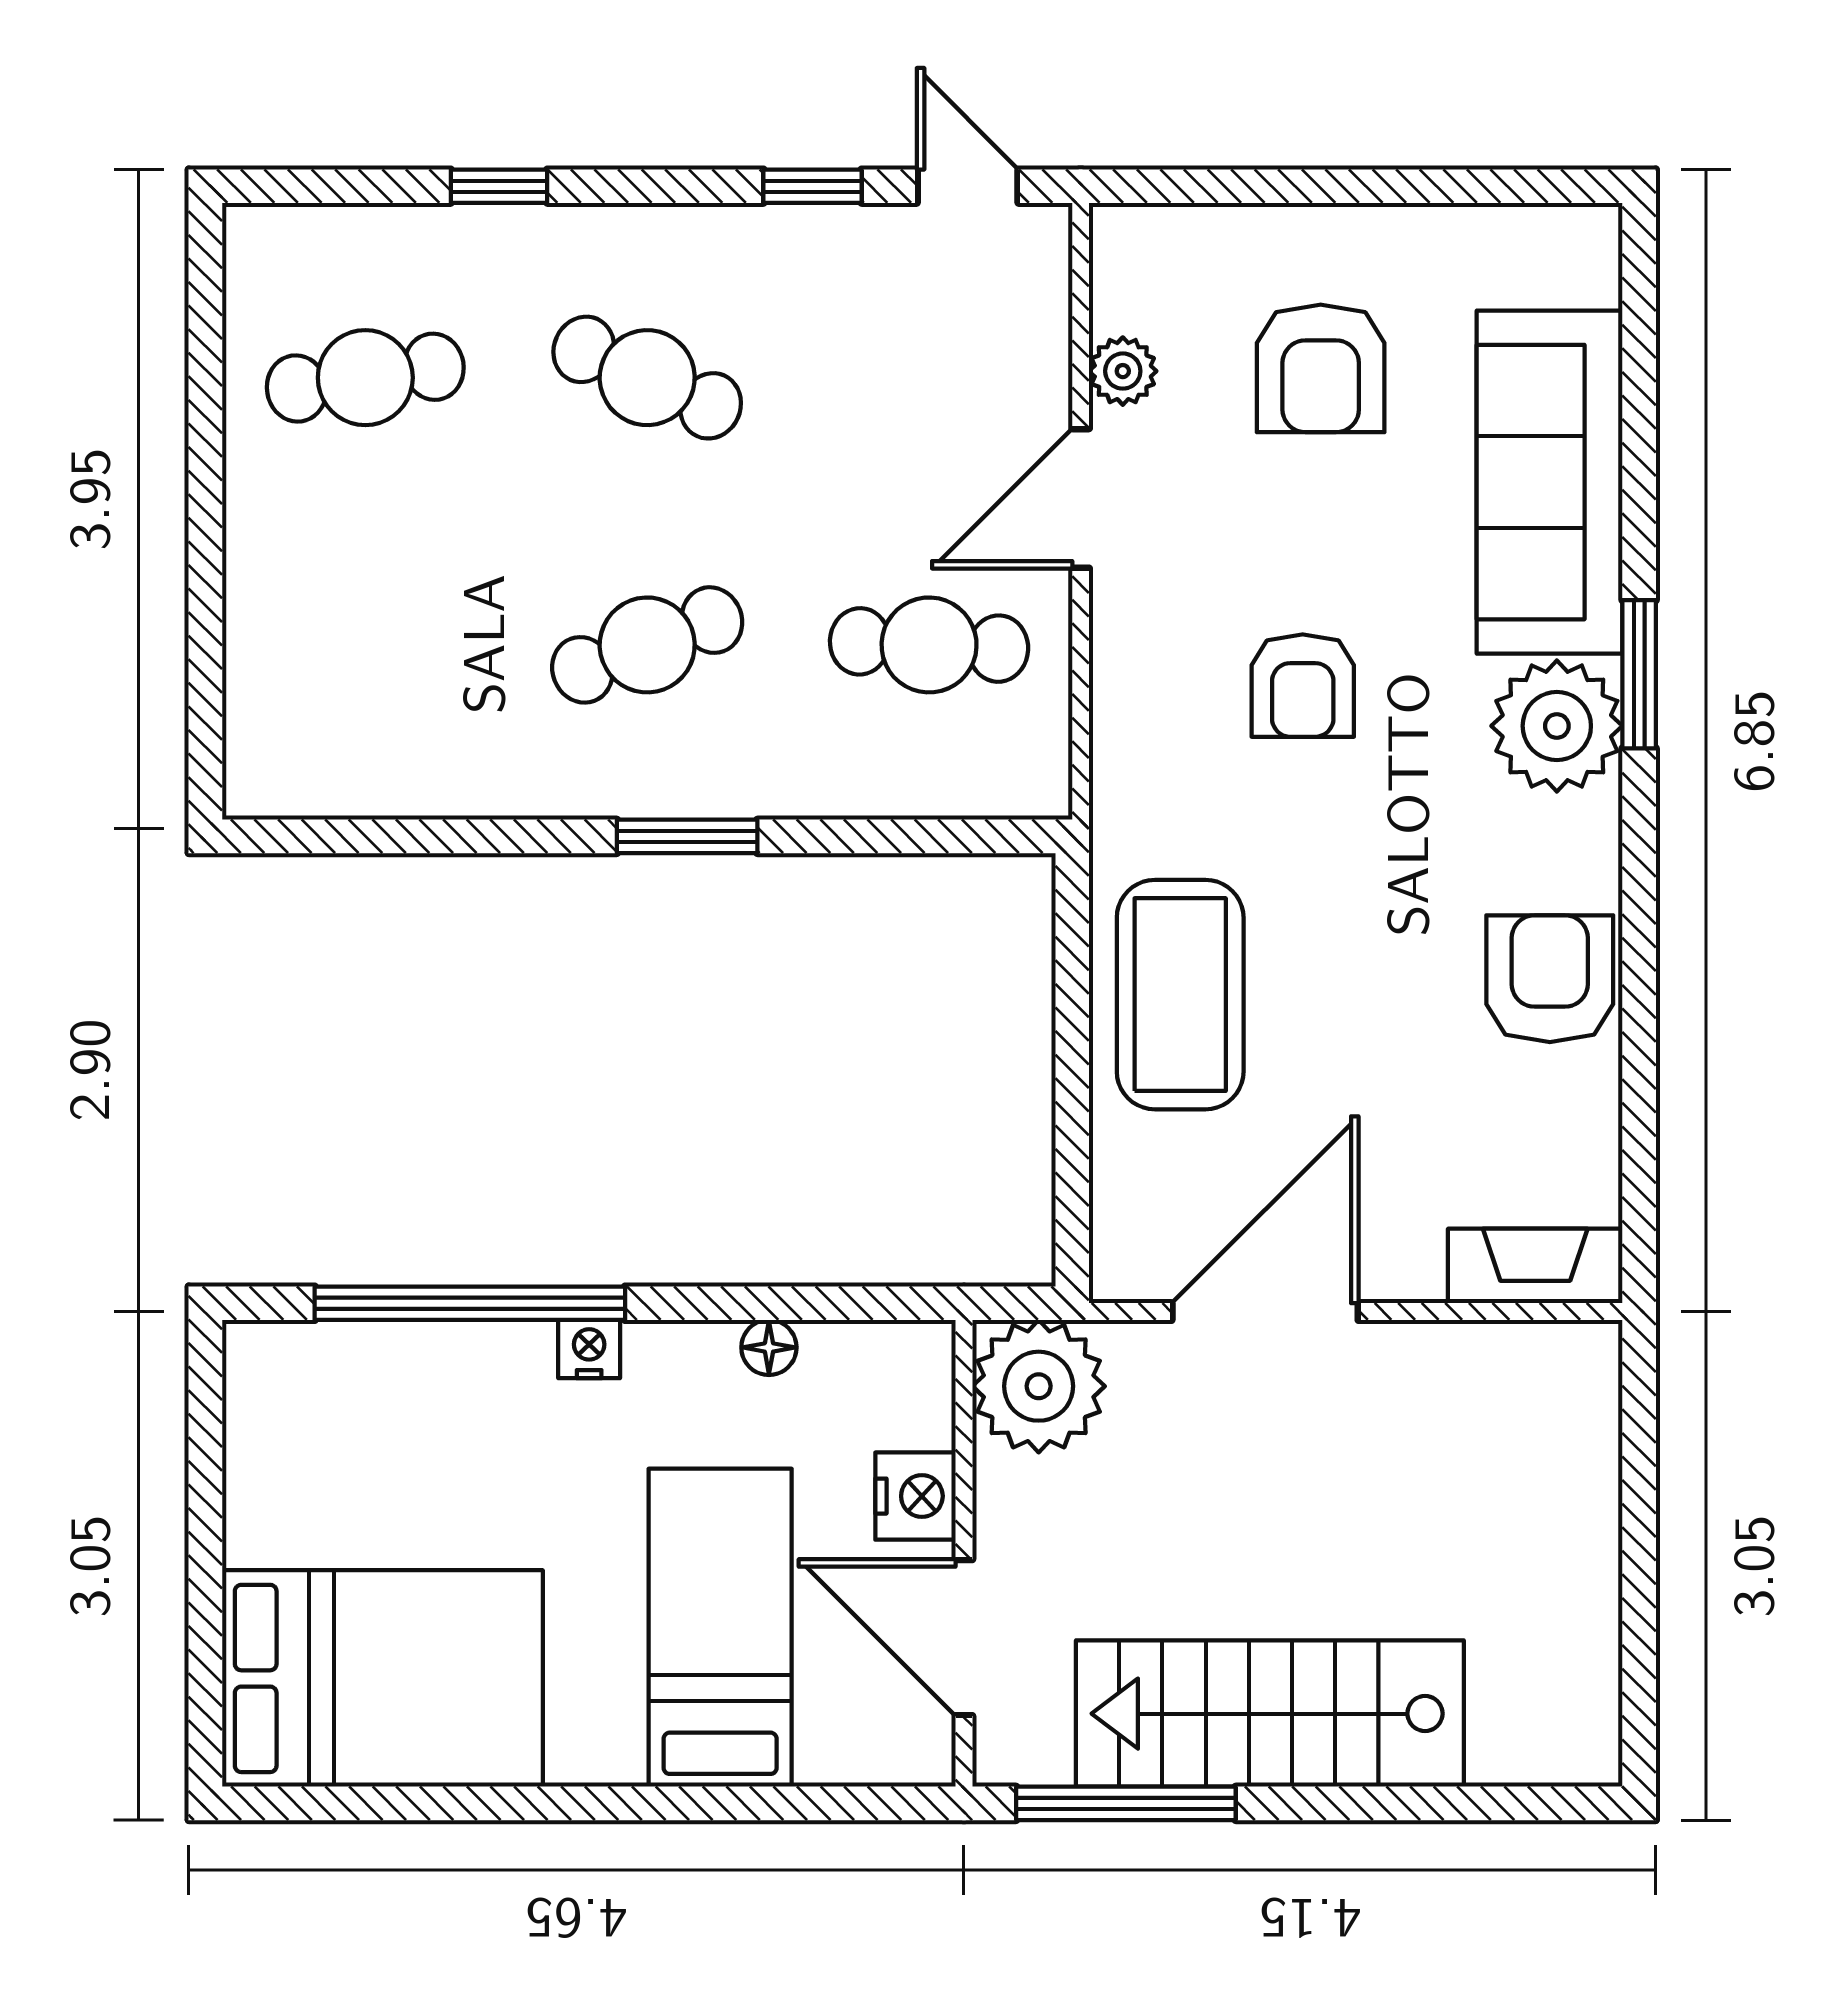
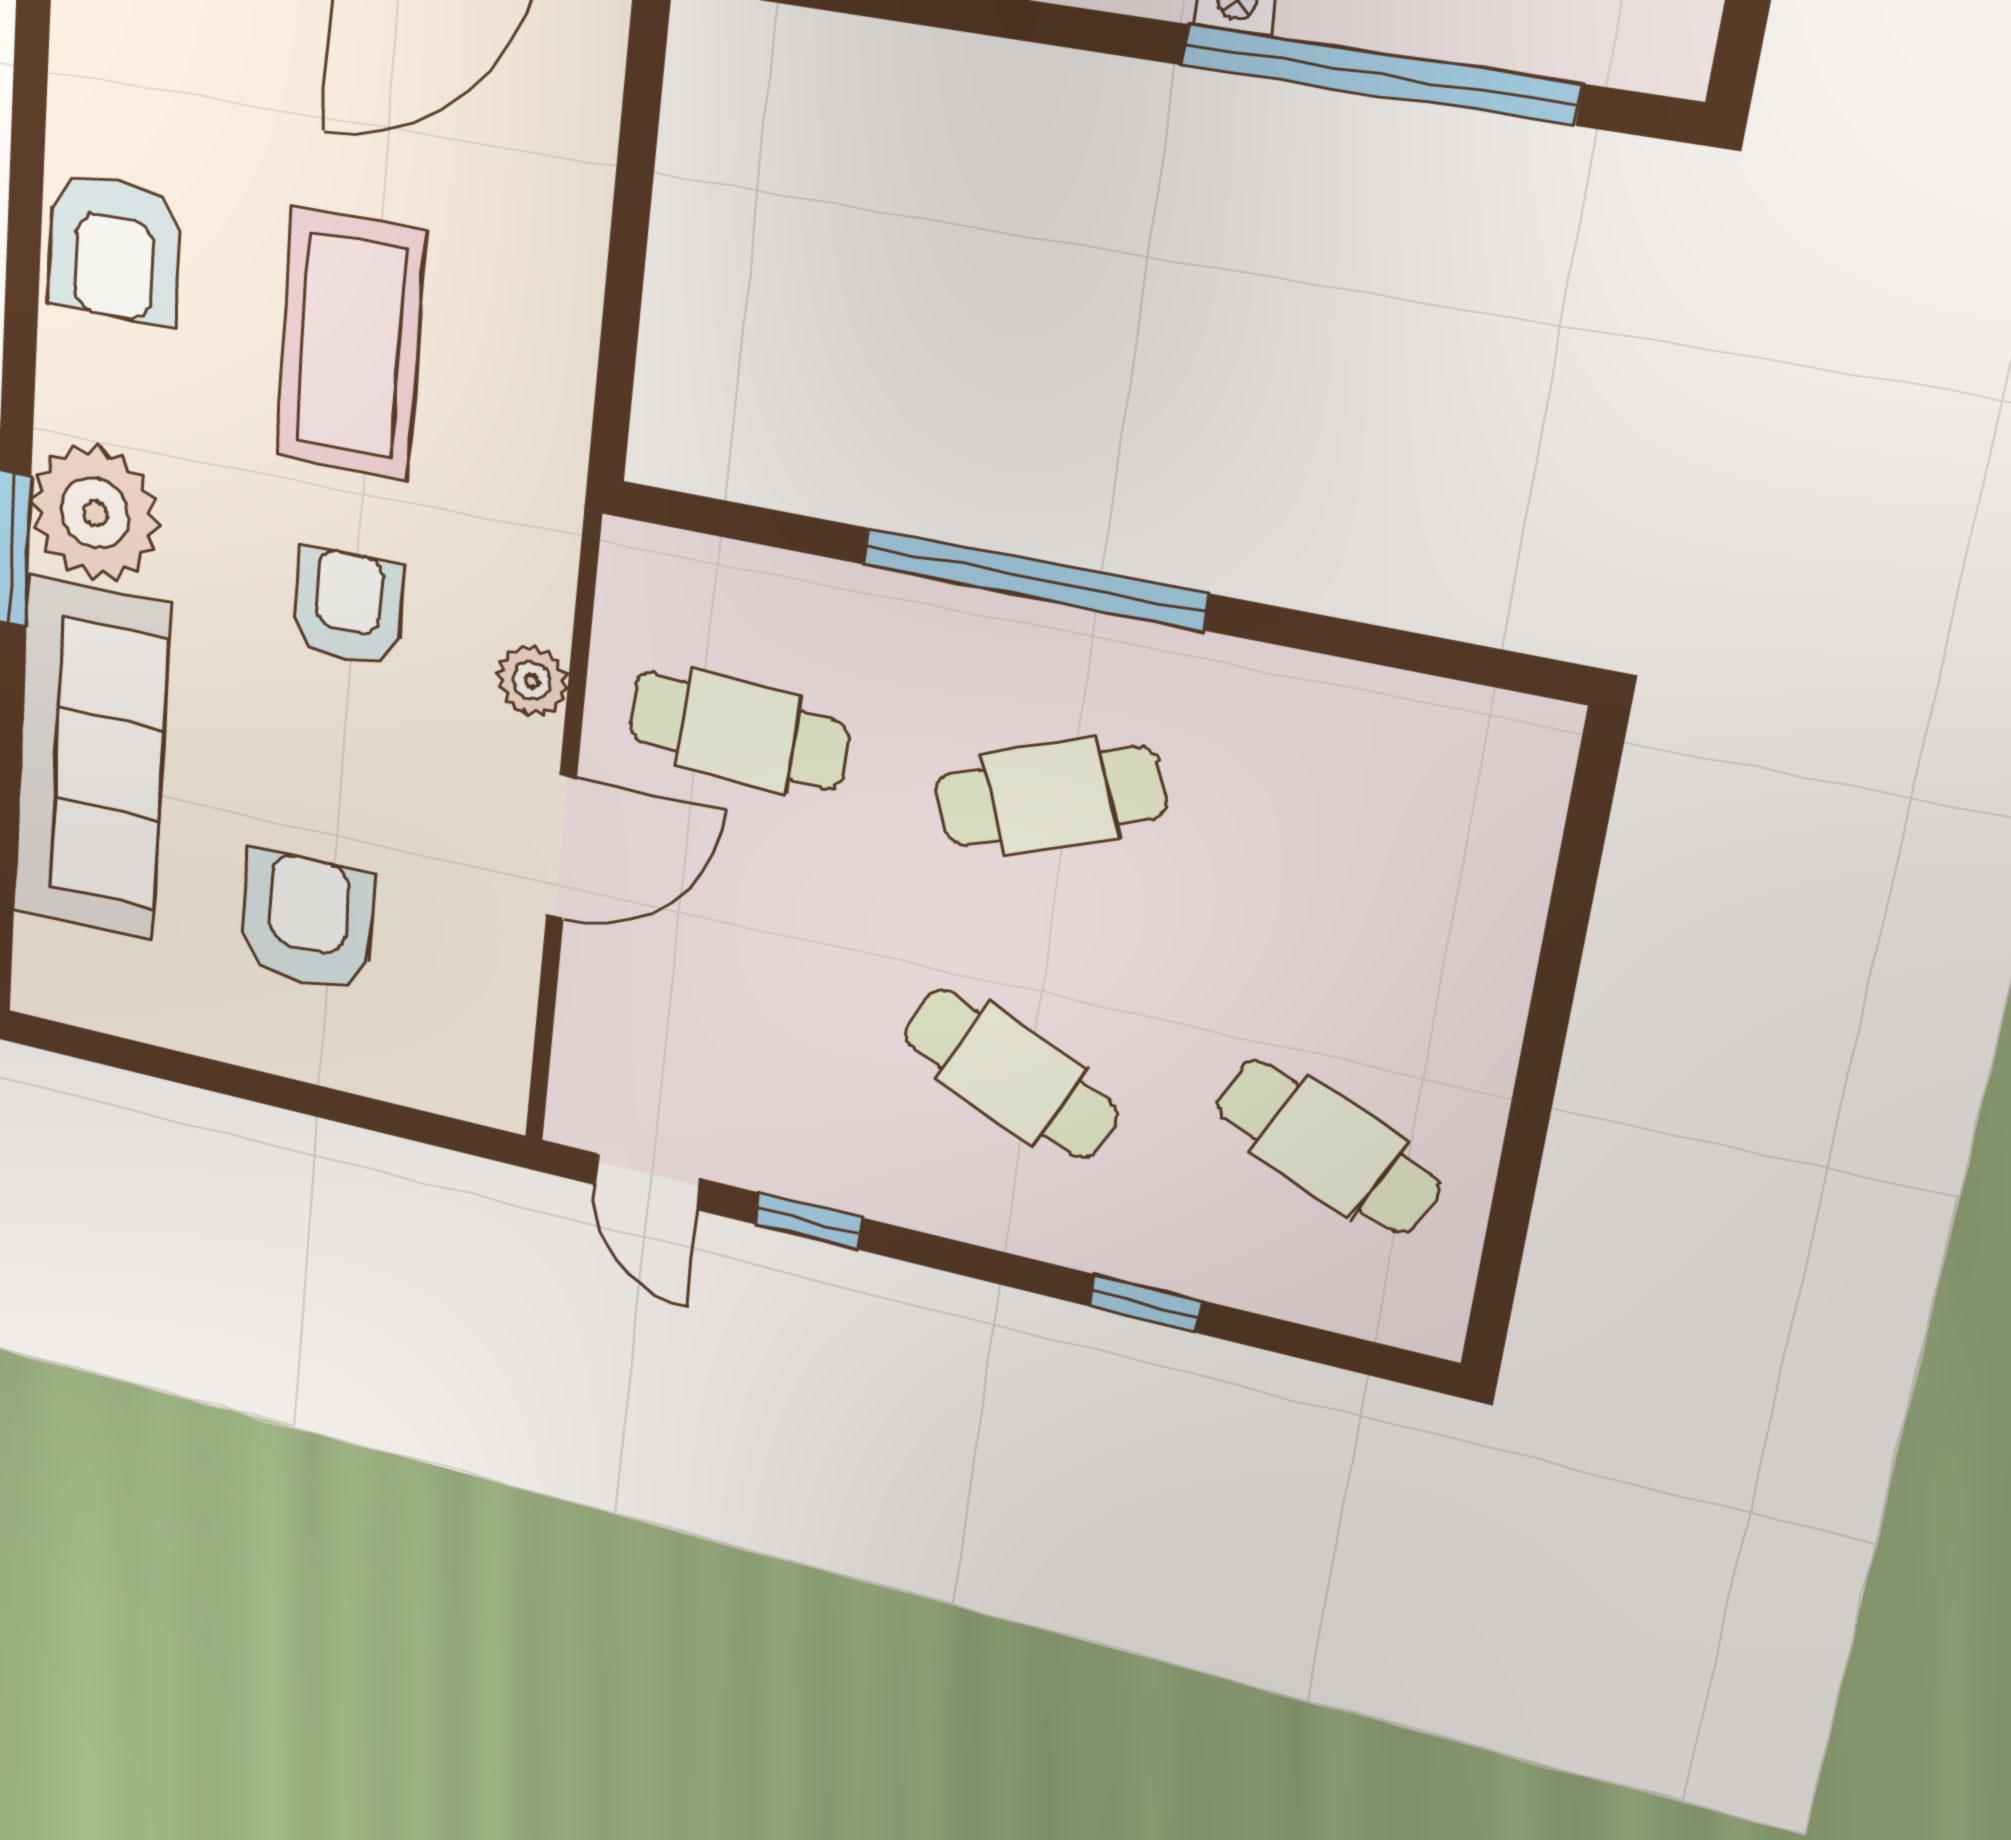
plant: (1123, 371) -> (532, 681), moved
cafe table: (365, 378) -> (1328, 1147), turned 33
window: (687, 836) -> (1034, 579), width x2.11
coffee table: (1180, 995) -> (350, 345), moved

